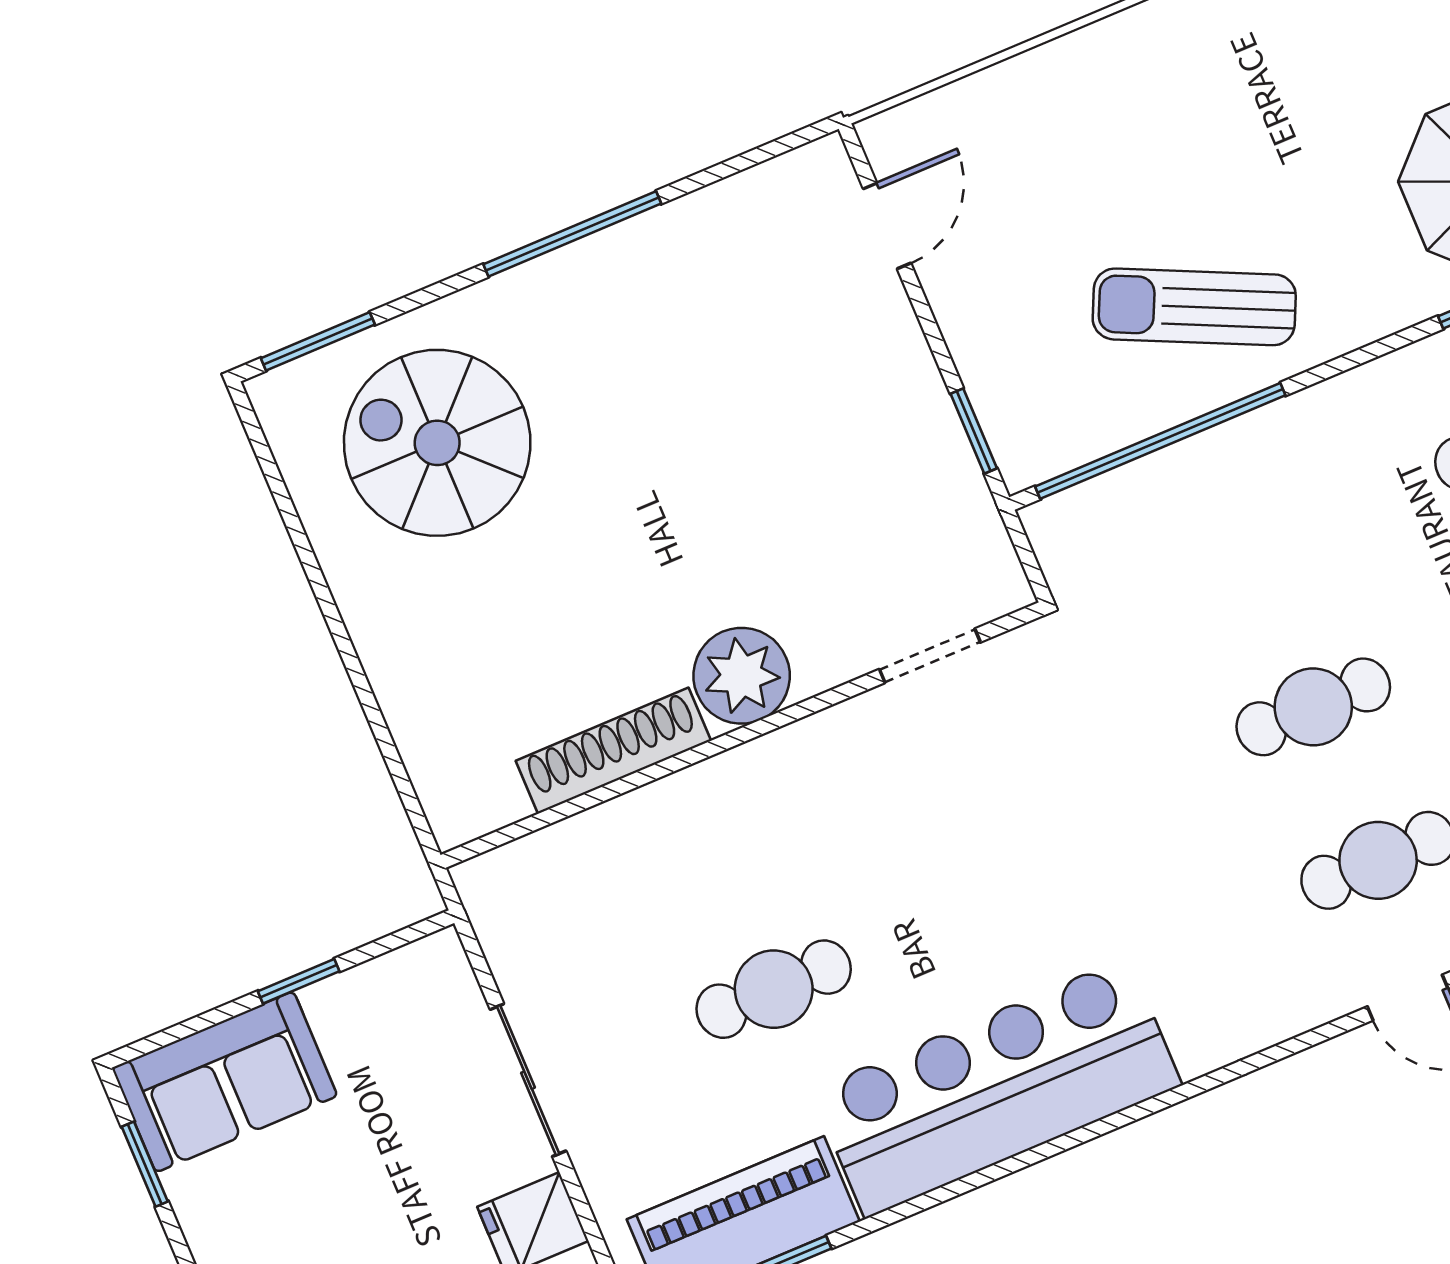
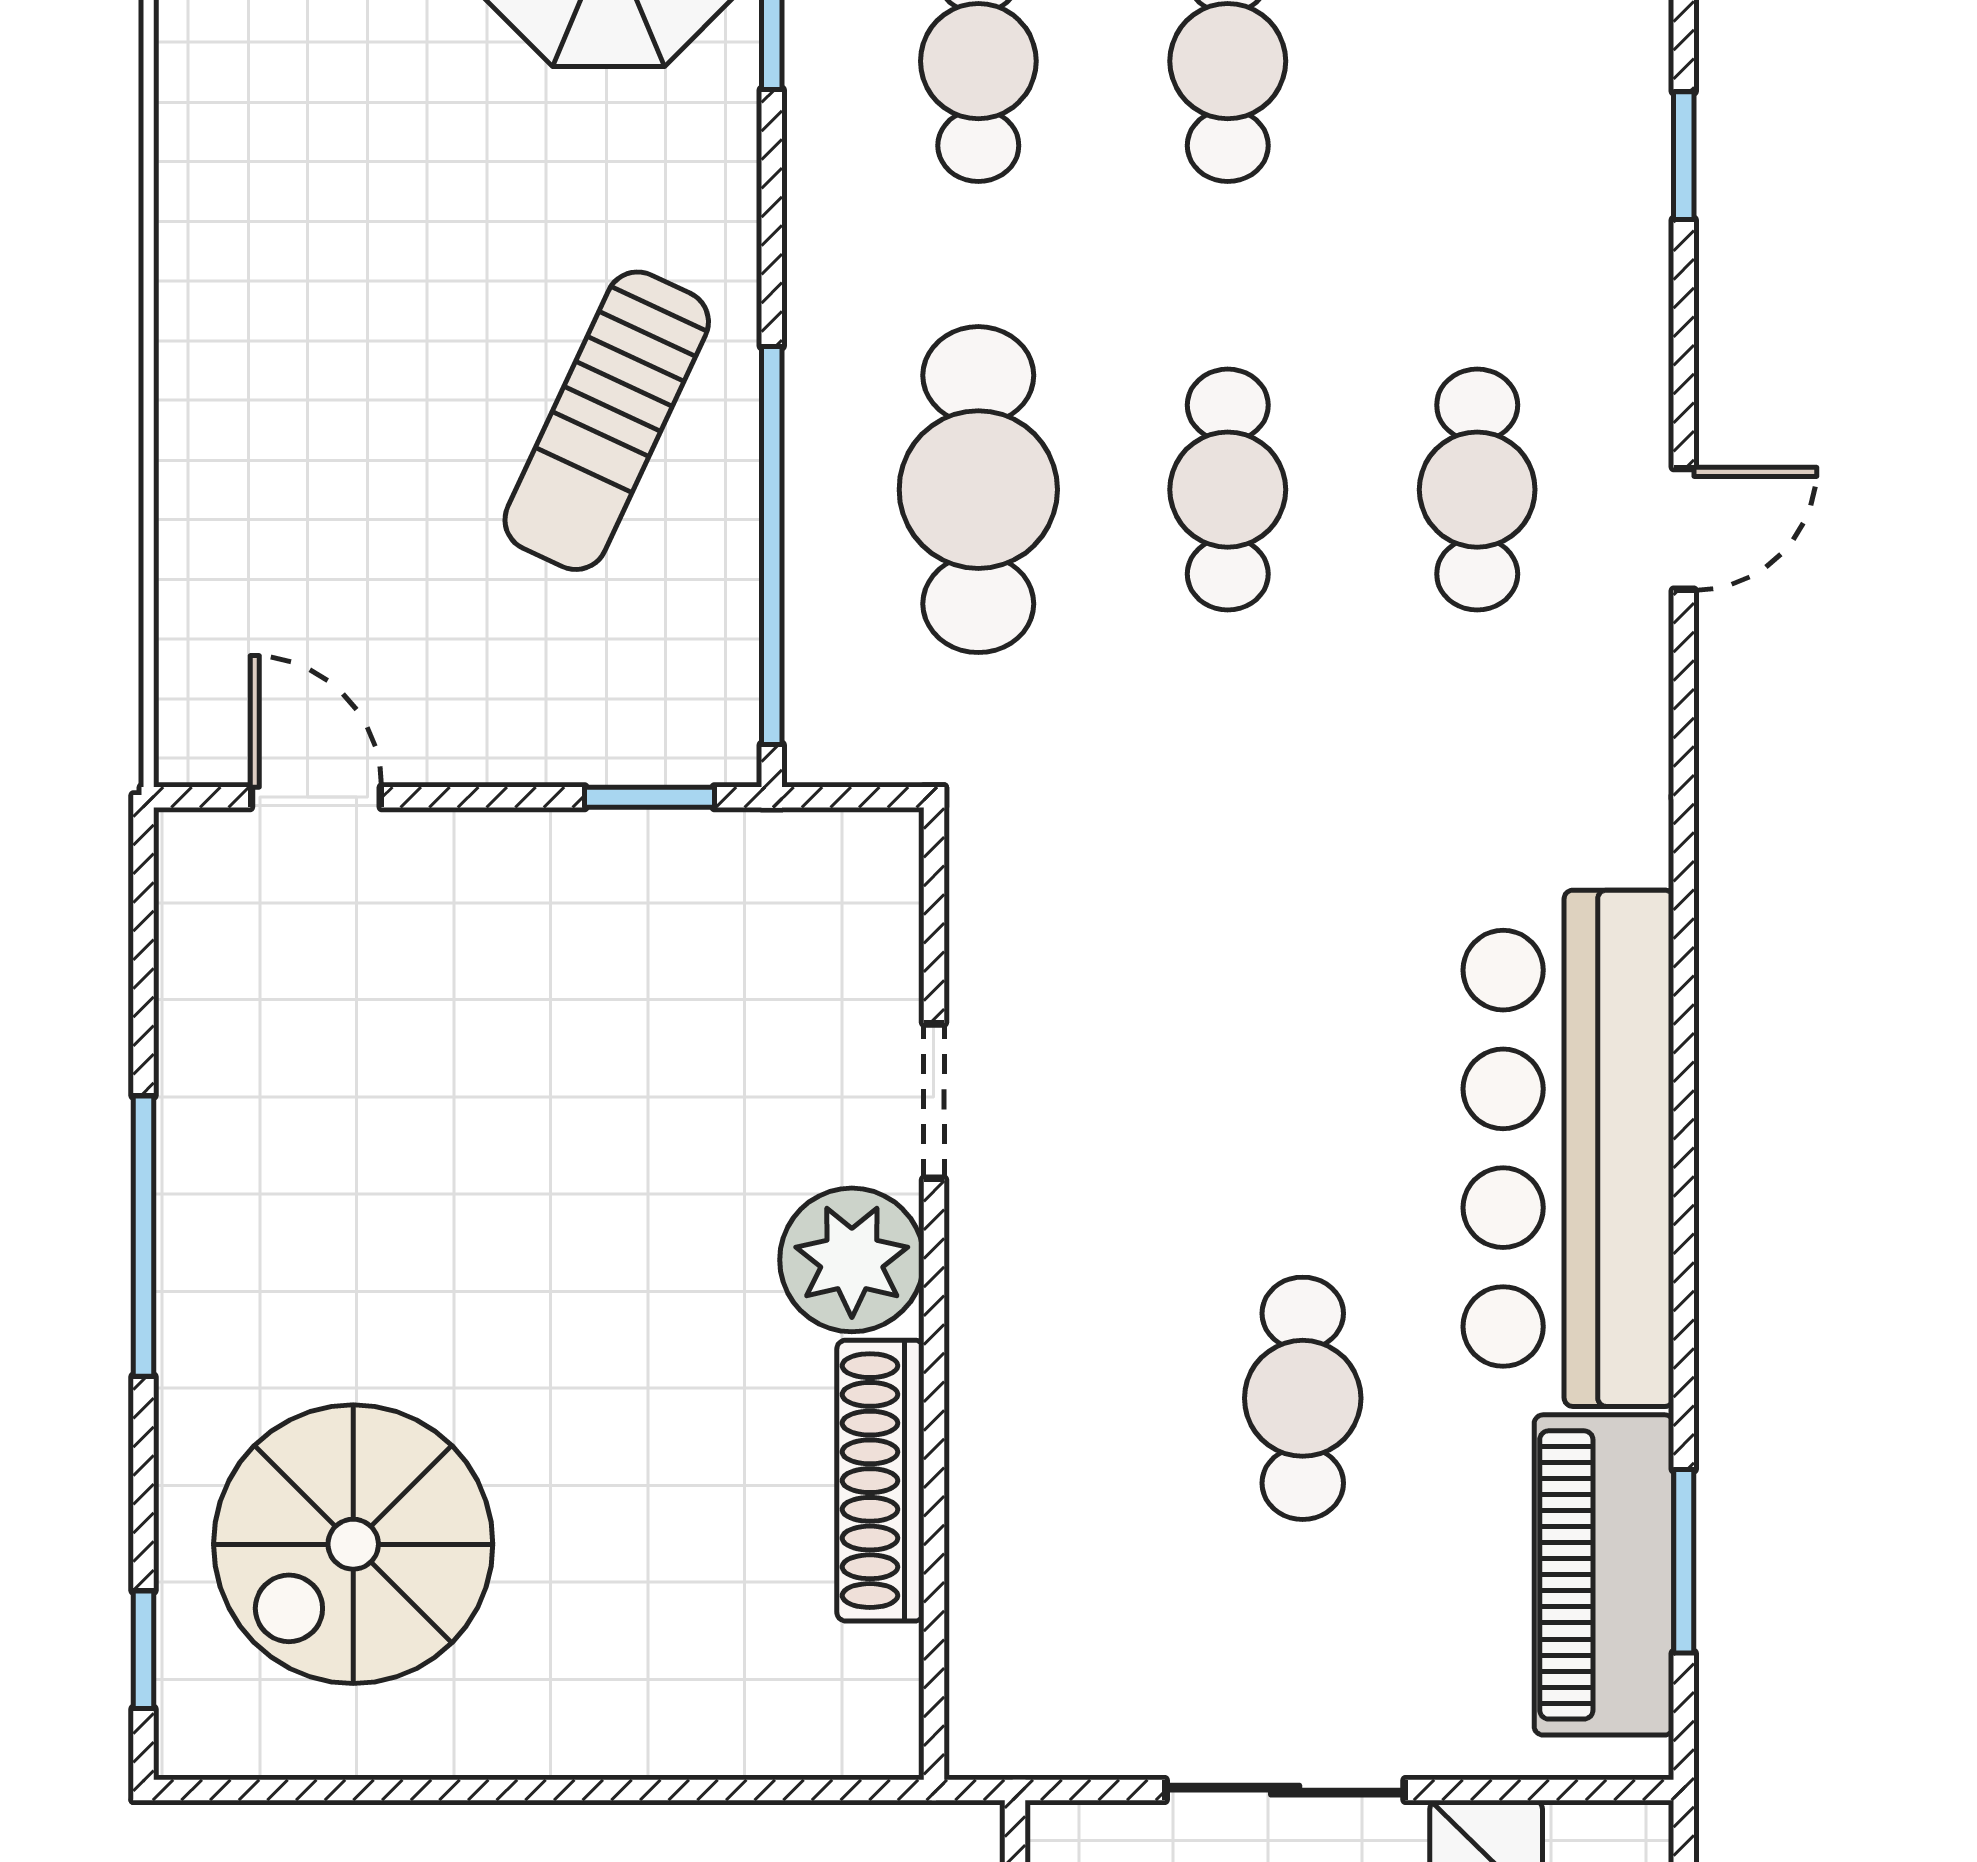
window: (318, 341) -> (144, 1650), width x0.67
cafe table: (1248, 553) -> (978, 490), added
doorway: (930, 656) -> (934, 1101), moved

